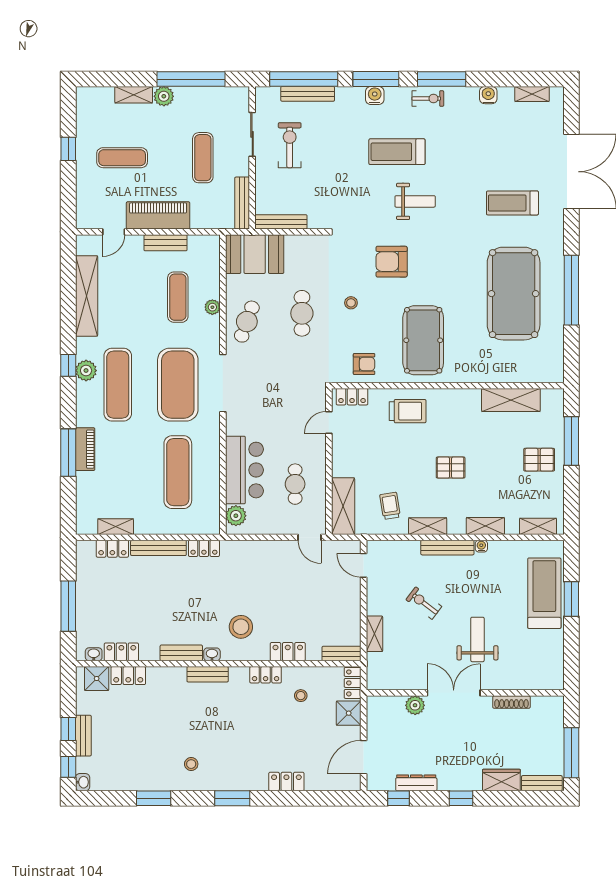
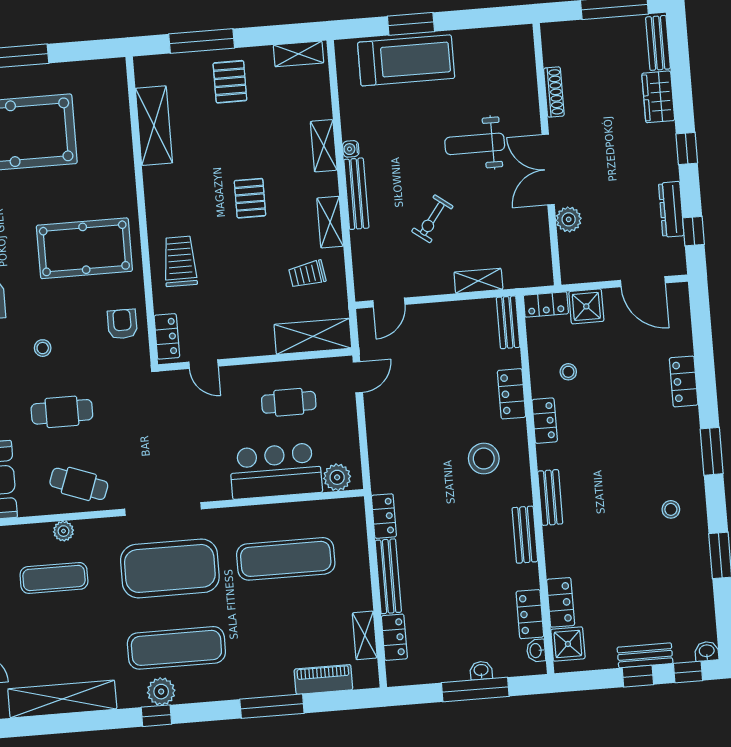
piano: (85, 449) -> (323, 679), moved
shelving: (538, 526) -> (299, 54), moved, turned 90
treadmill: (544, 593) -> (406, 60), turned 180
washbasin: (212, 654) -> (481, 670), moved, turned 90

